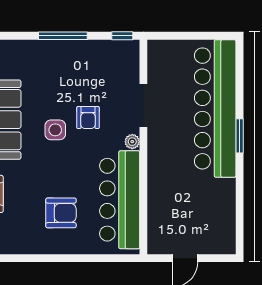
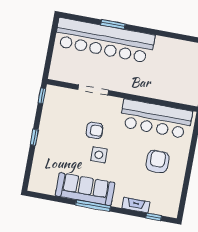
window: (63, 36) -> (34, 137), width x0.46
window: (240, 136) -> (113, 24), moved
plant: (132, 142) -> (117, 103), removed

